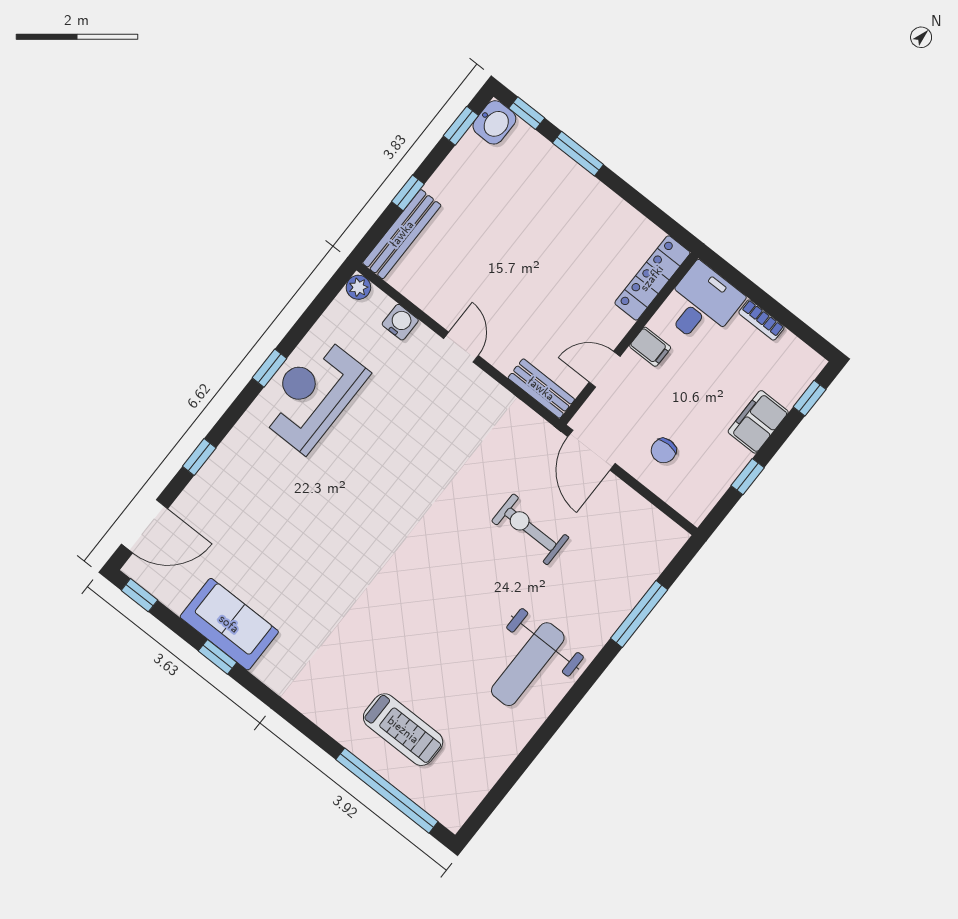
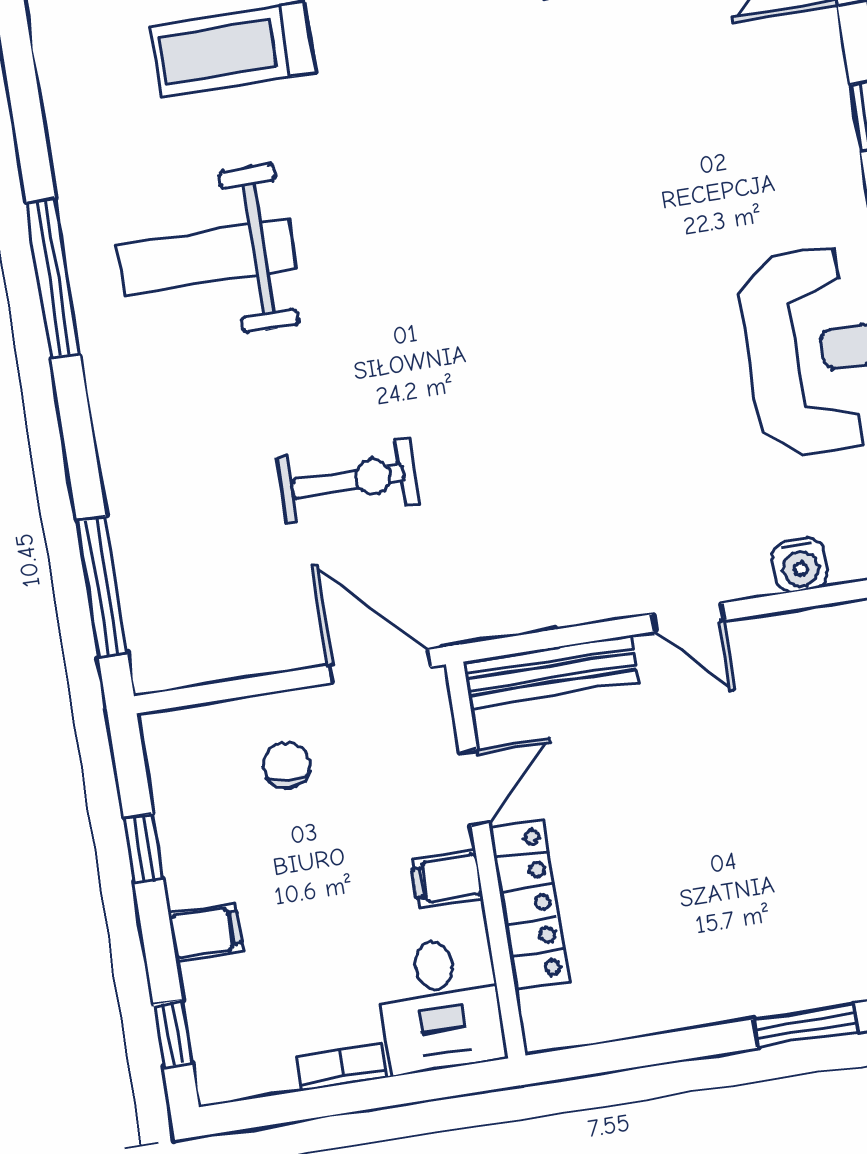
locker: (652, 278) -> (529, 904), moved
bench: (541, 389) -> (551, 672), width x1.36
filing cabinet: (758, 422) -> (206, 932), width x0.50
window: (639, 614) -> (102, 587), moved
weight bench: (528, 664) -> (207, 257), moved, turned -90
window: (557, 717) -> (53, 278), added

